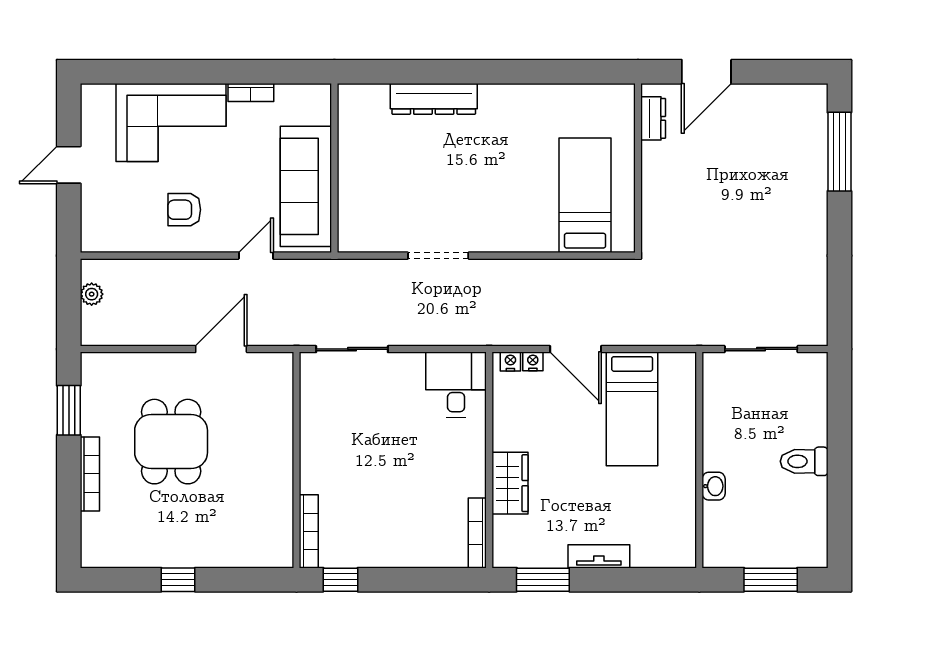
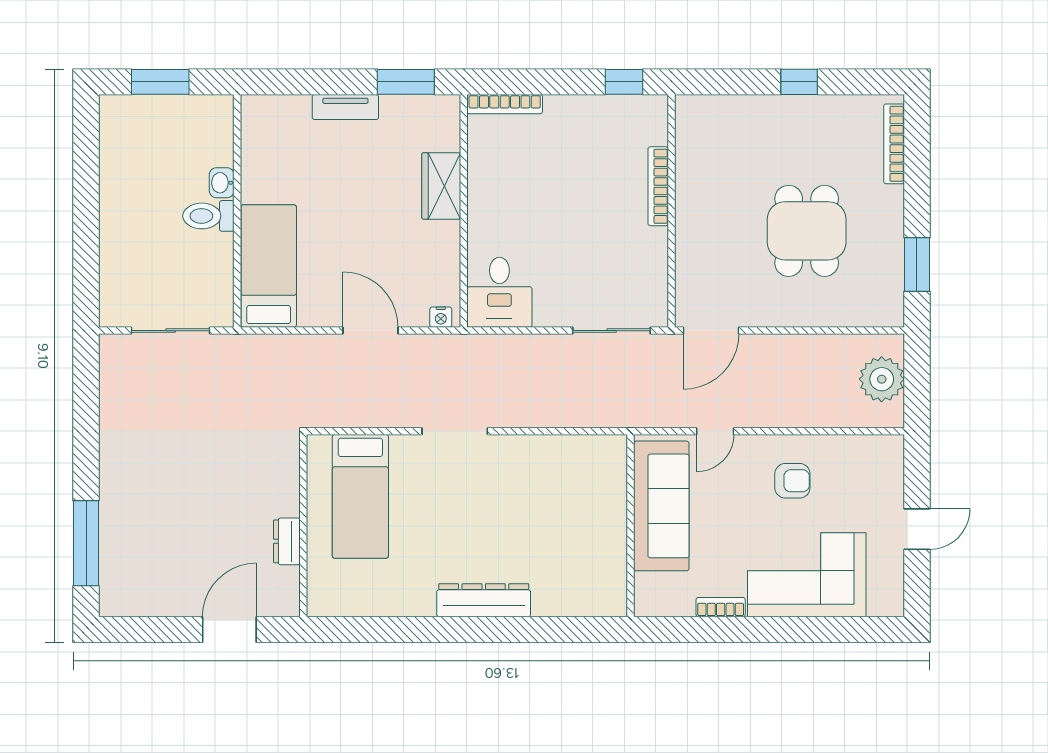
dresser: (434, 99) -> (484, 600), moved
dresser: (653, 118) -> (287, 541), moved
doorway: (438, 256) -> (455, 431), moved
plant: (92, 294) -> (882, 379), width x1.88, depth x1.88
door: (221, 349) -> (711, 331), moved
nightstand: (533, 361) -> (417, 317), removed
bed: (632, 409) -> (269, 266), moved
toilet: (804, 461) -> (208, 216), moved, turned 180
bookcase: (90, 474) -> (894, 144), moved
bookcase: (309, 531) -> (658, 186), moved
bookcase: (477, 533) -> (505, 104), moved, turned 90

